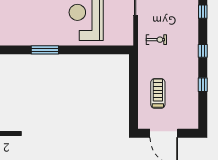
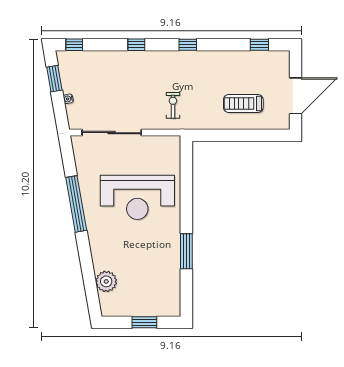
window: (203, 85) -> (259, 45), moved

